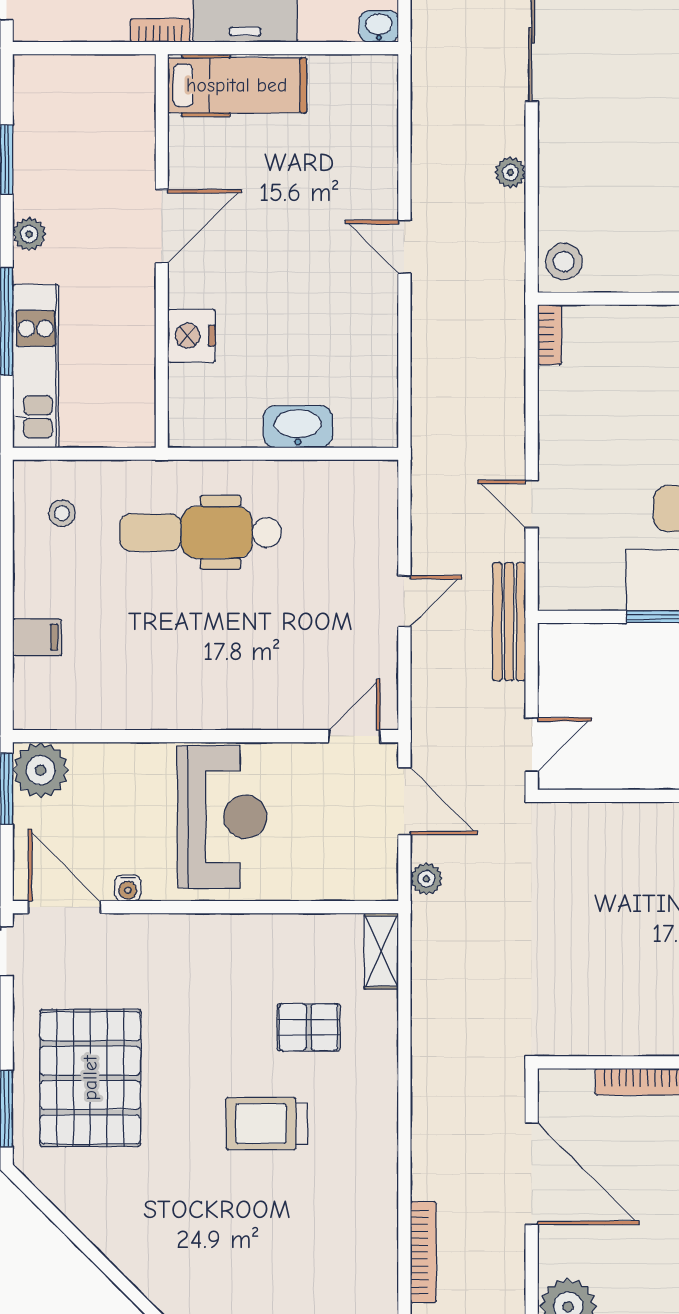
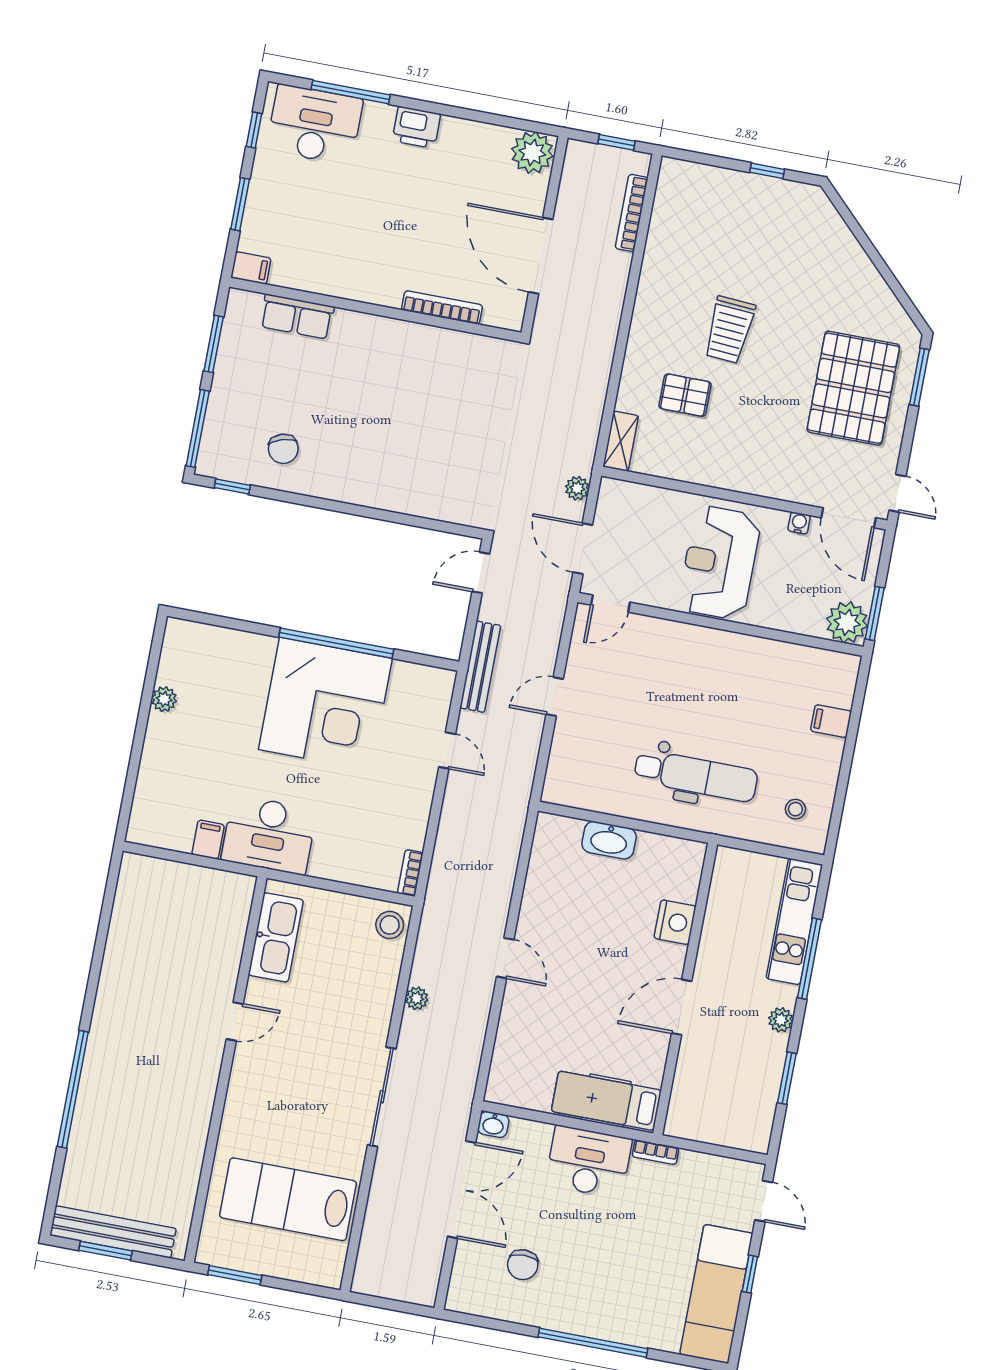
trolley: (267, 1124) -> (729, 330), turned 94

